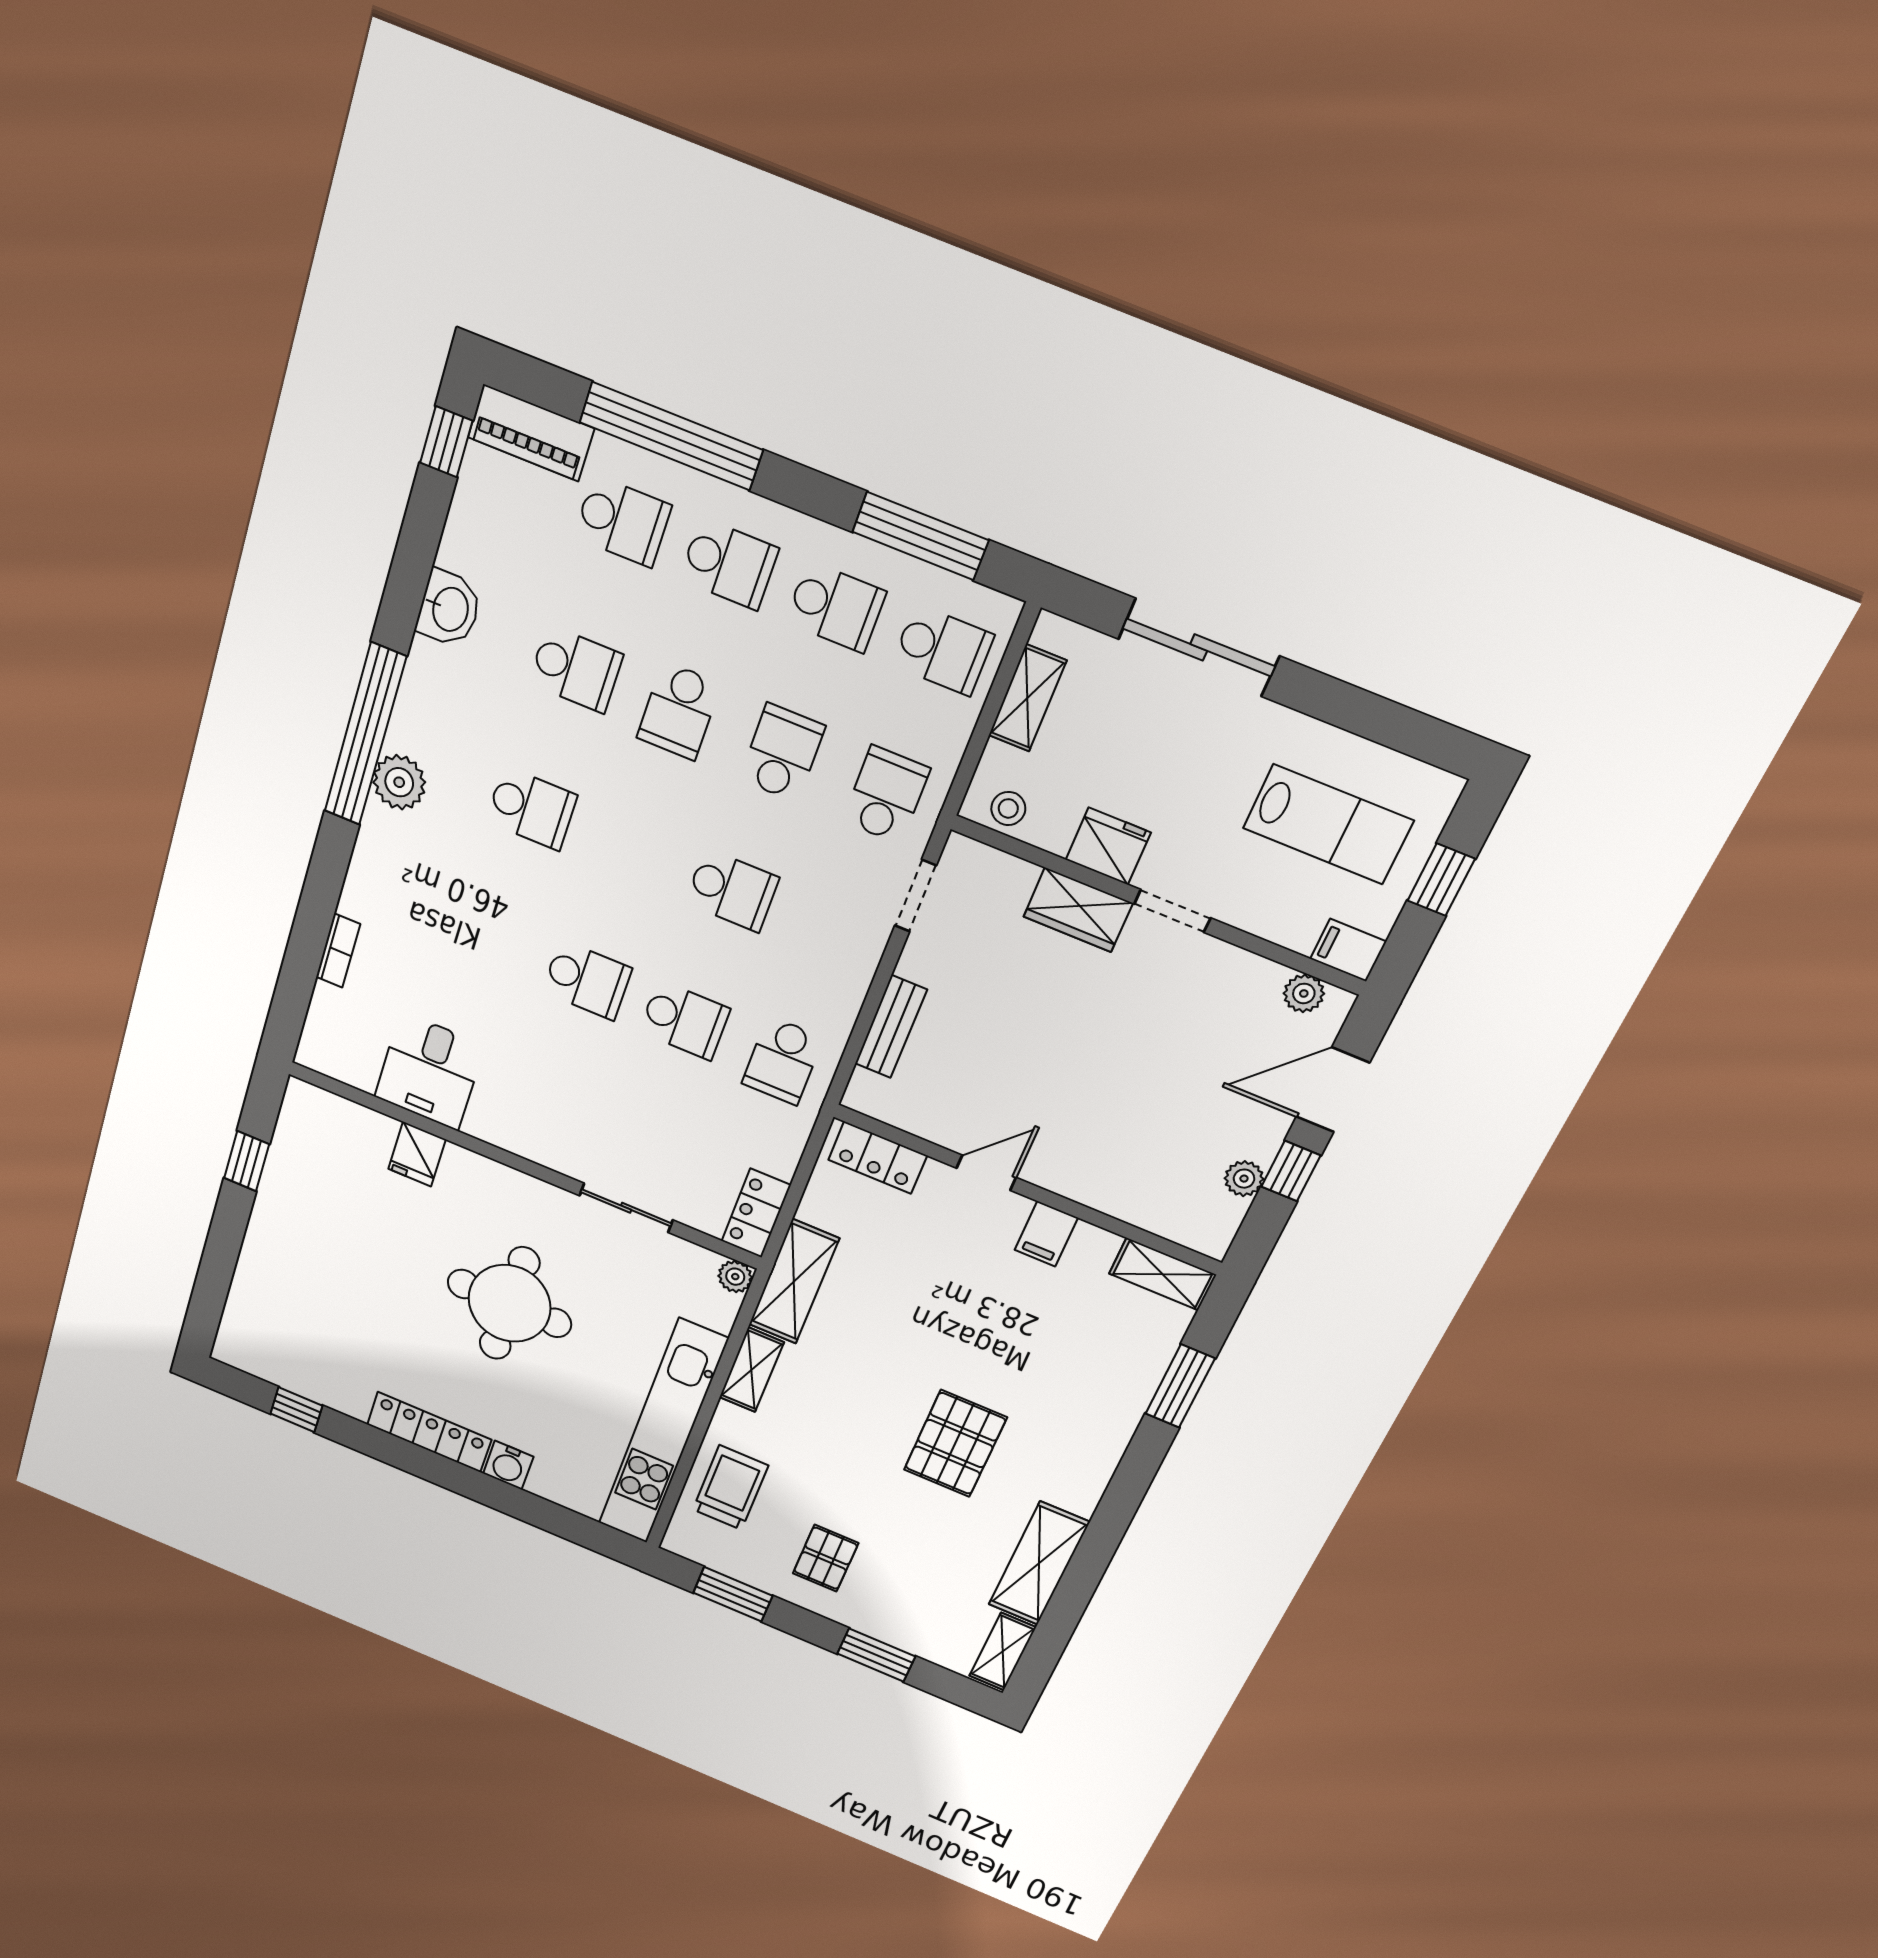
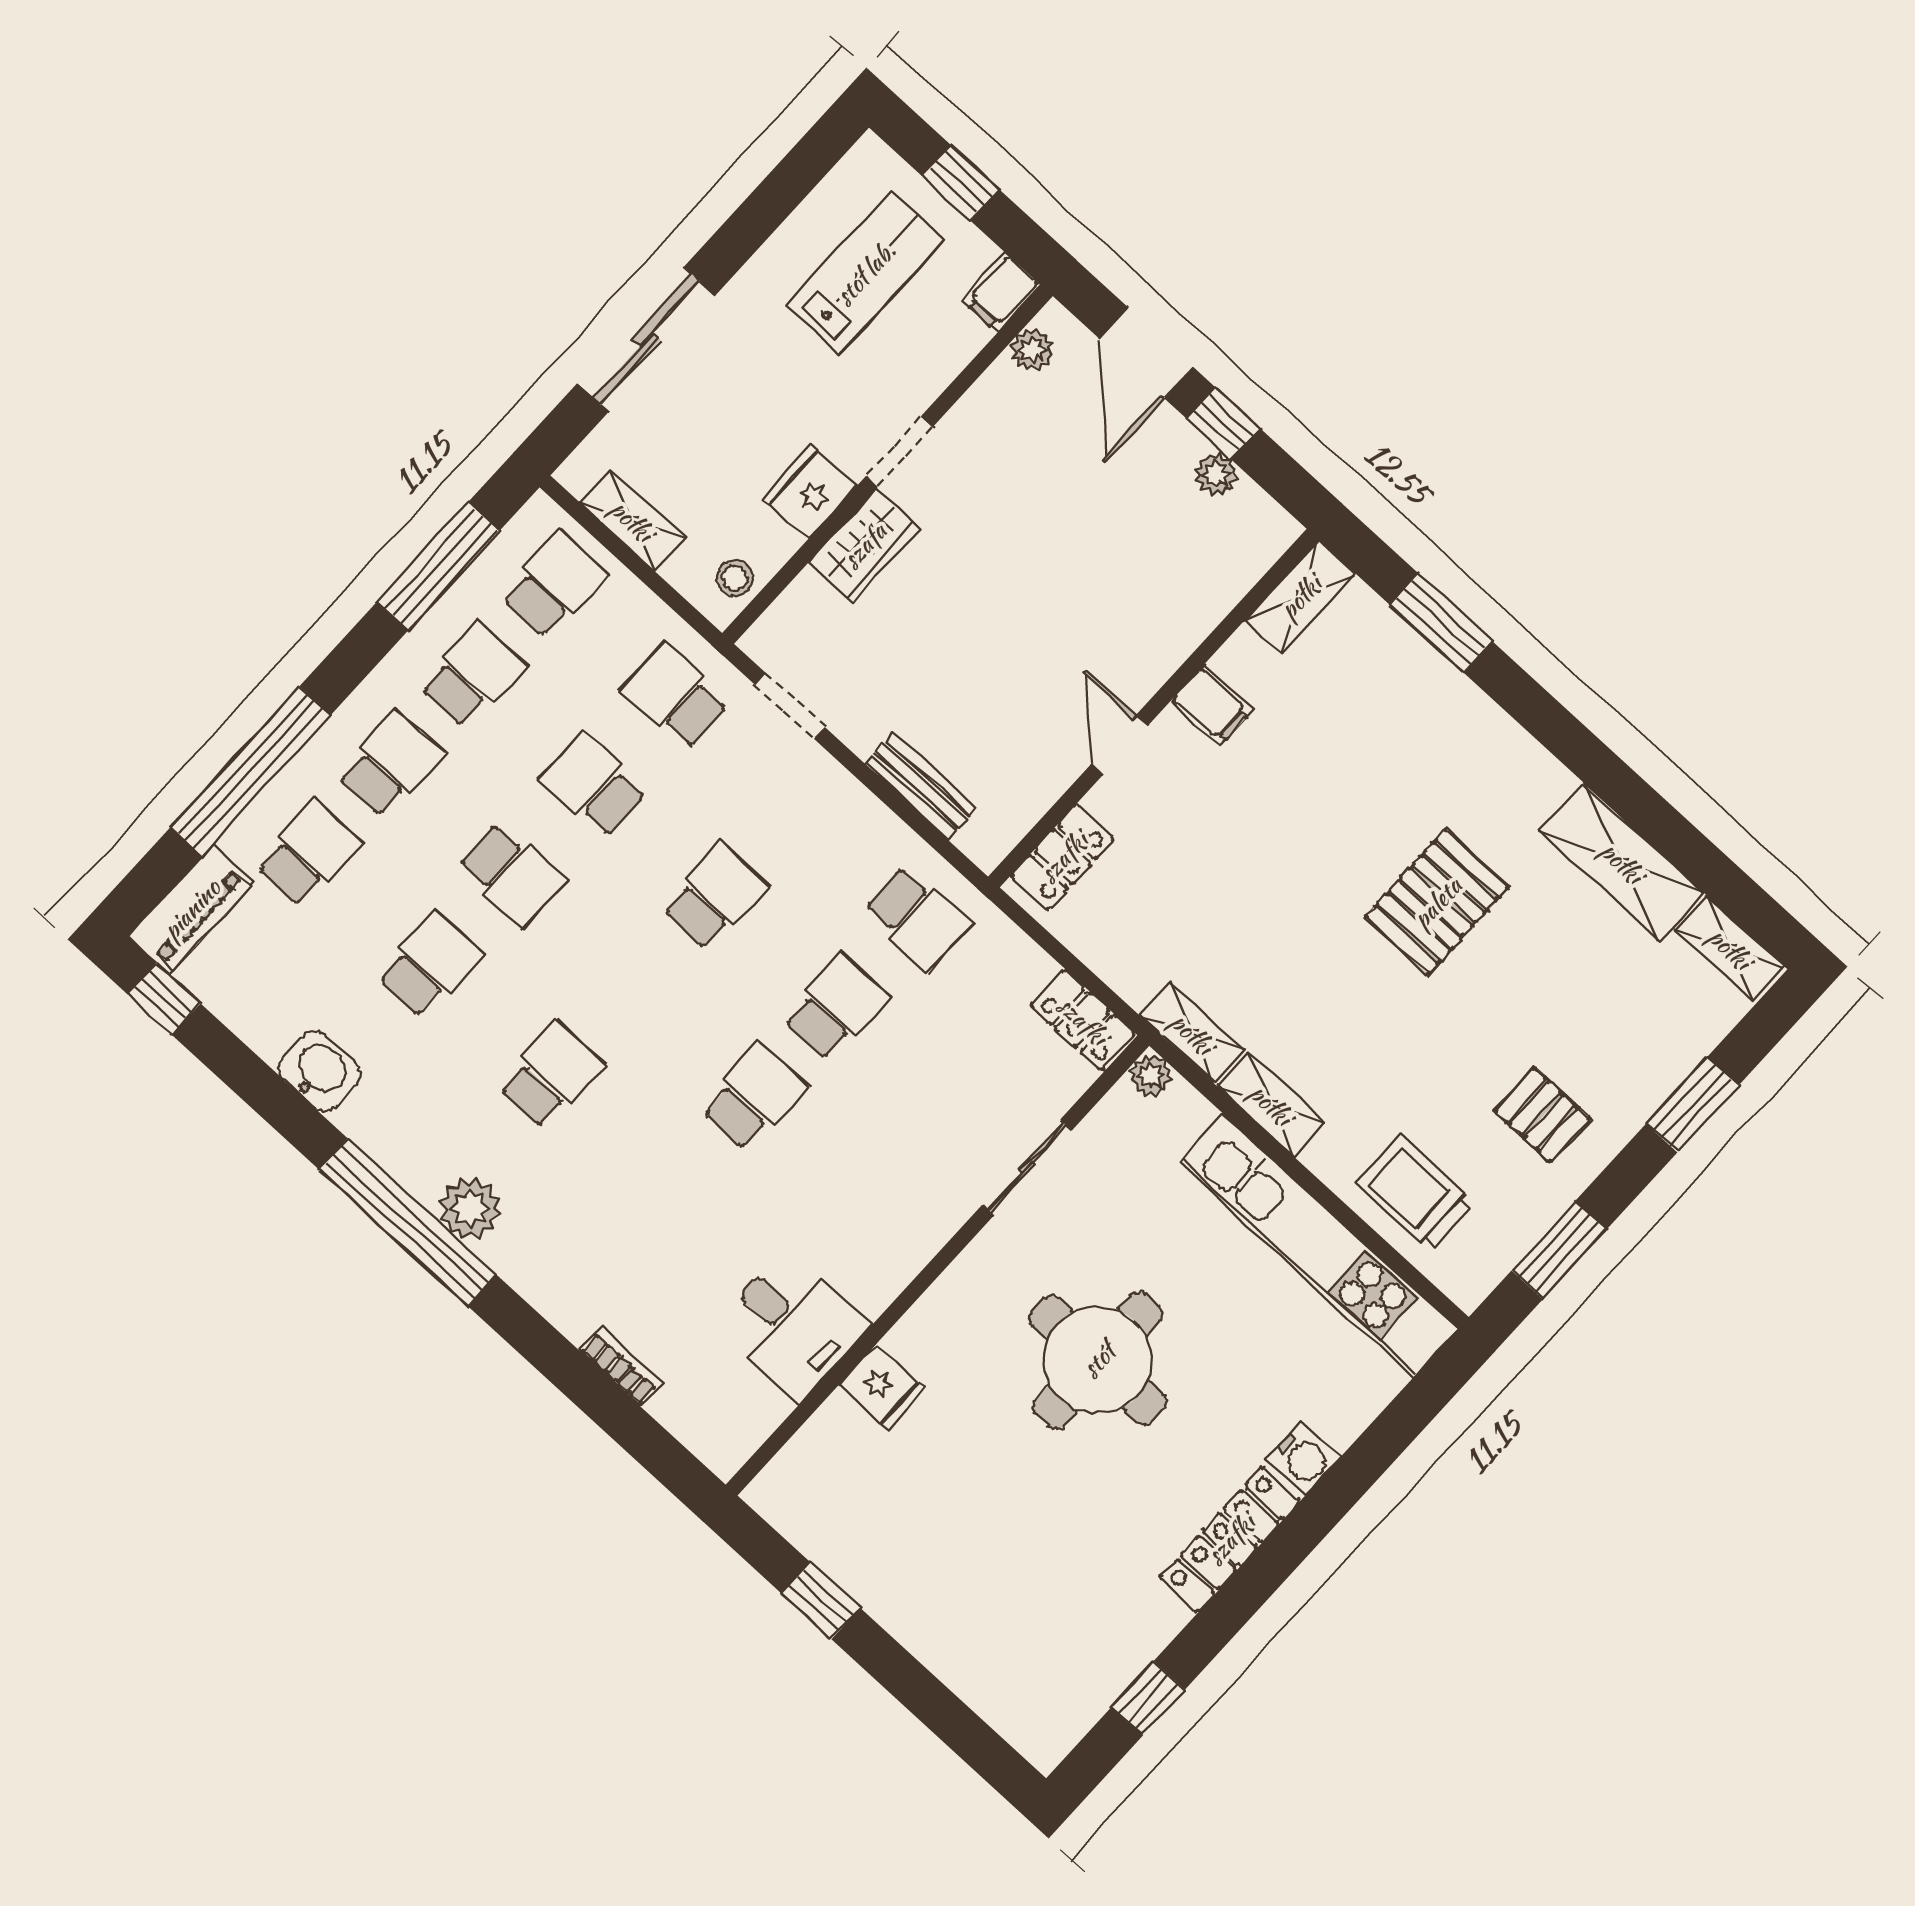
shelving: (794, 1282) -> (1192, 1033), width x0.67, depth x0.75
pallet: (955, 1444) -> (1437, 902), turned 90

